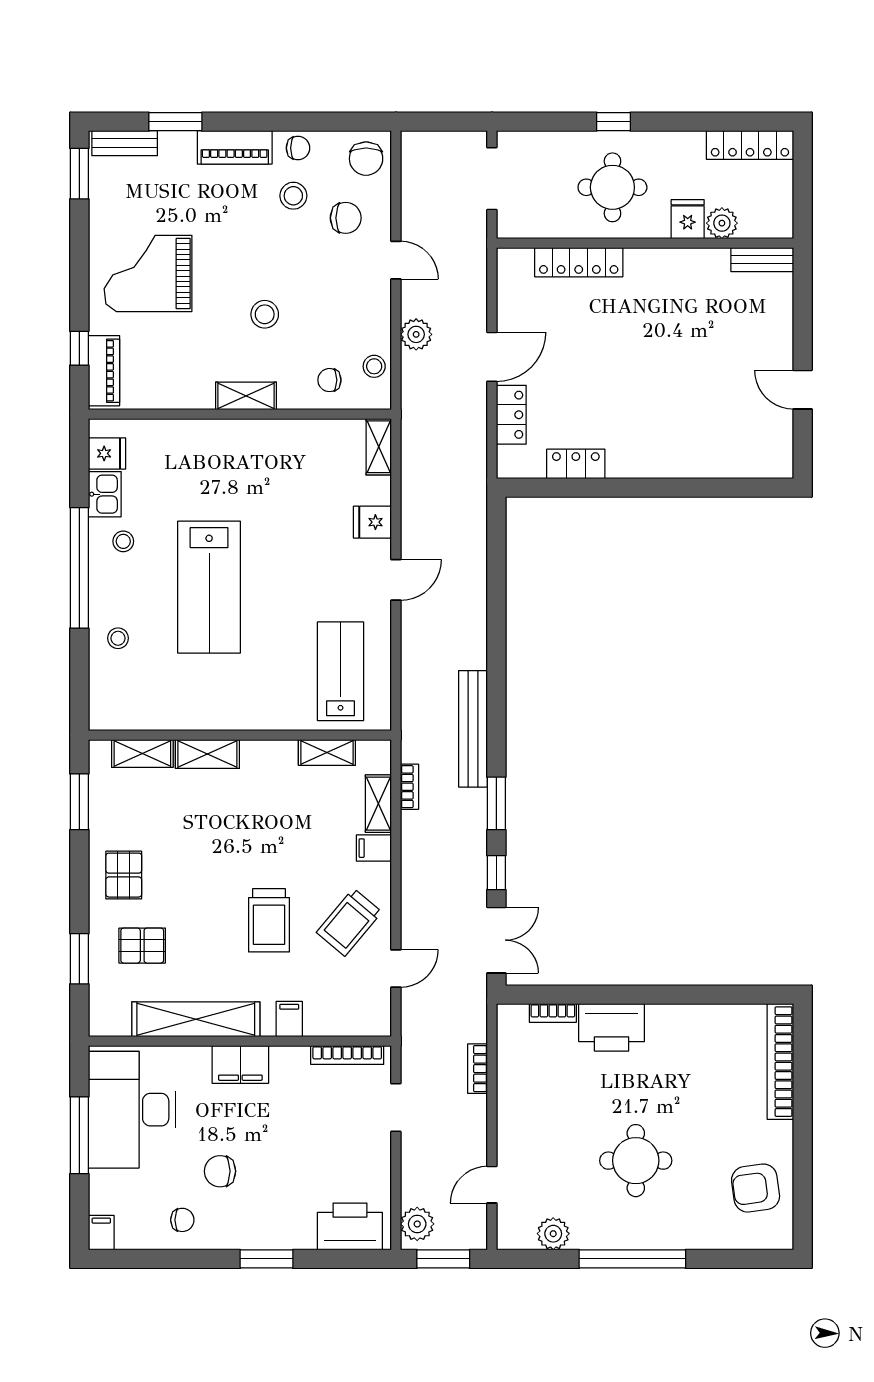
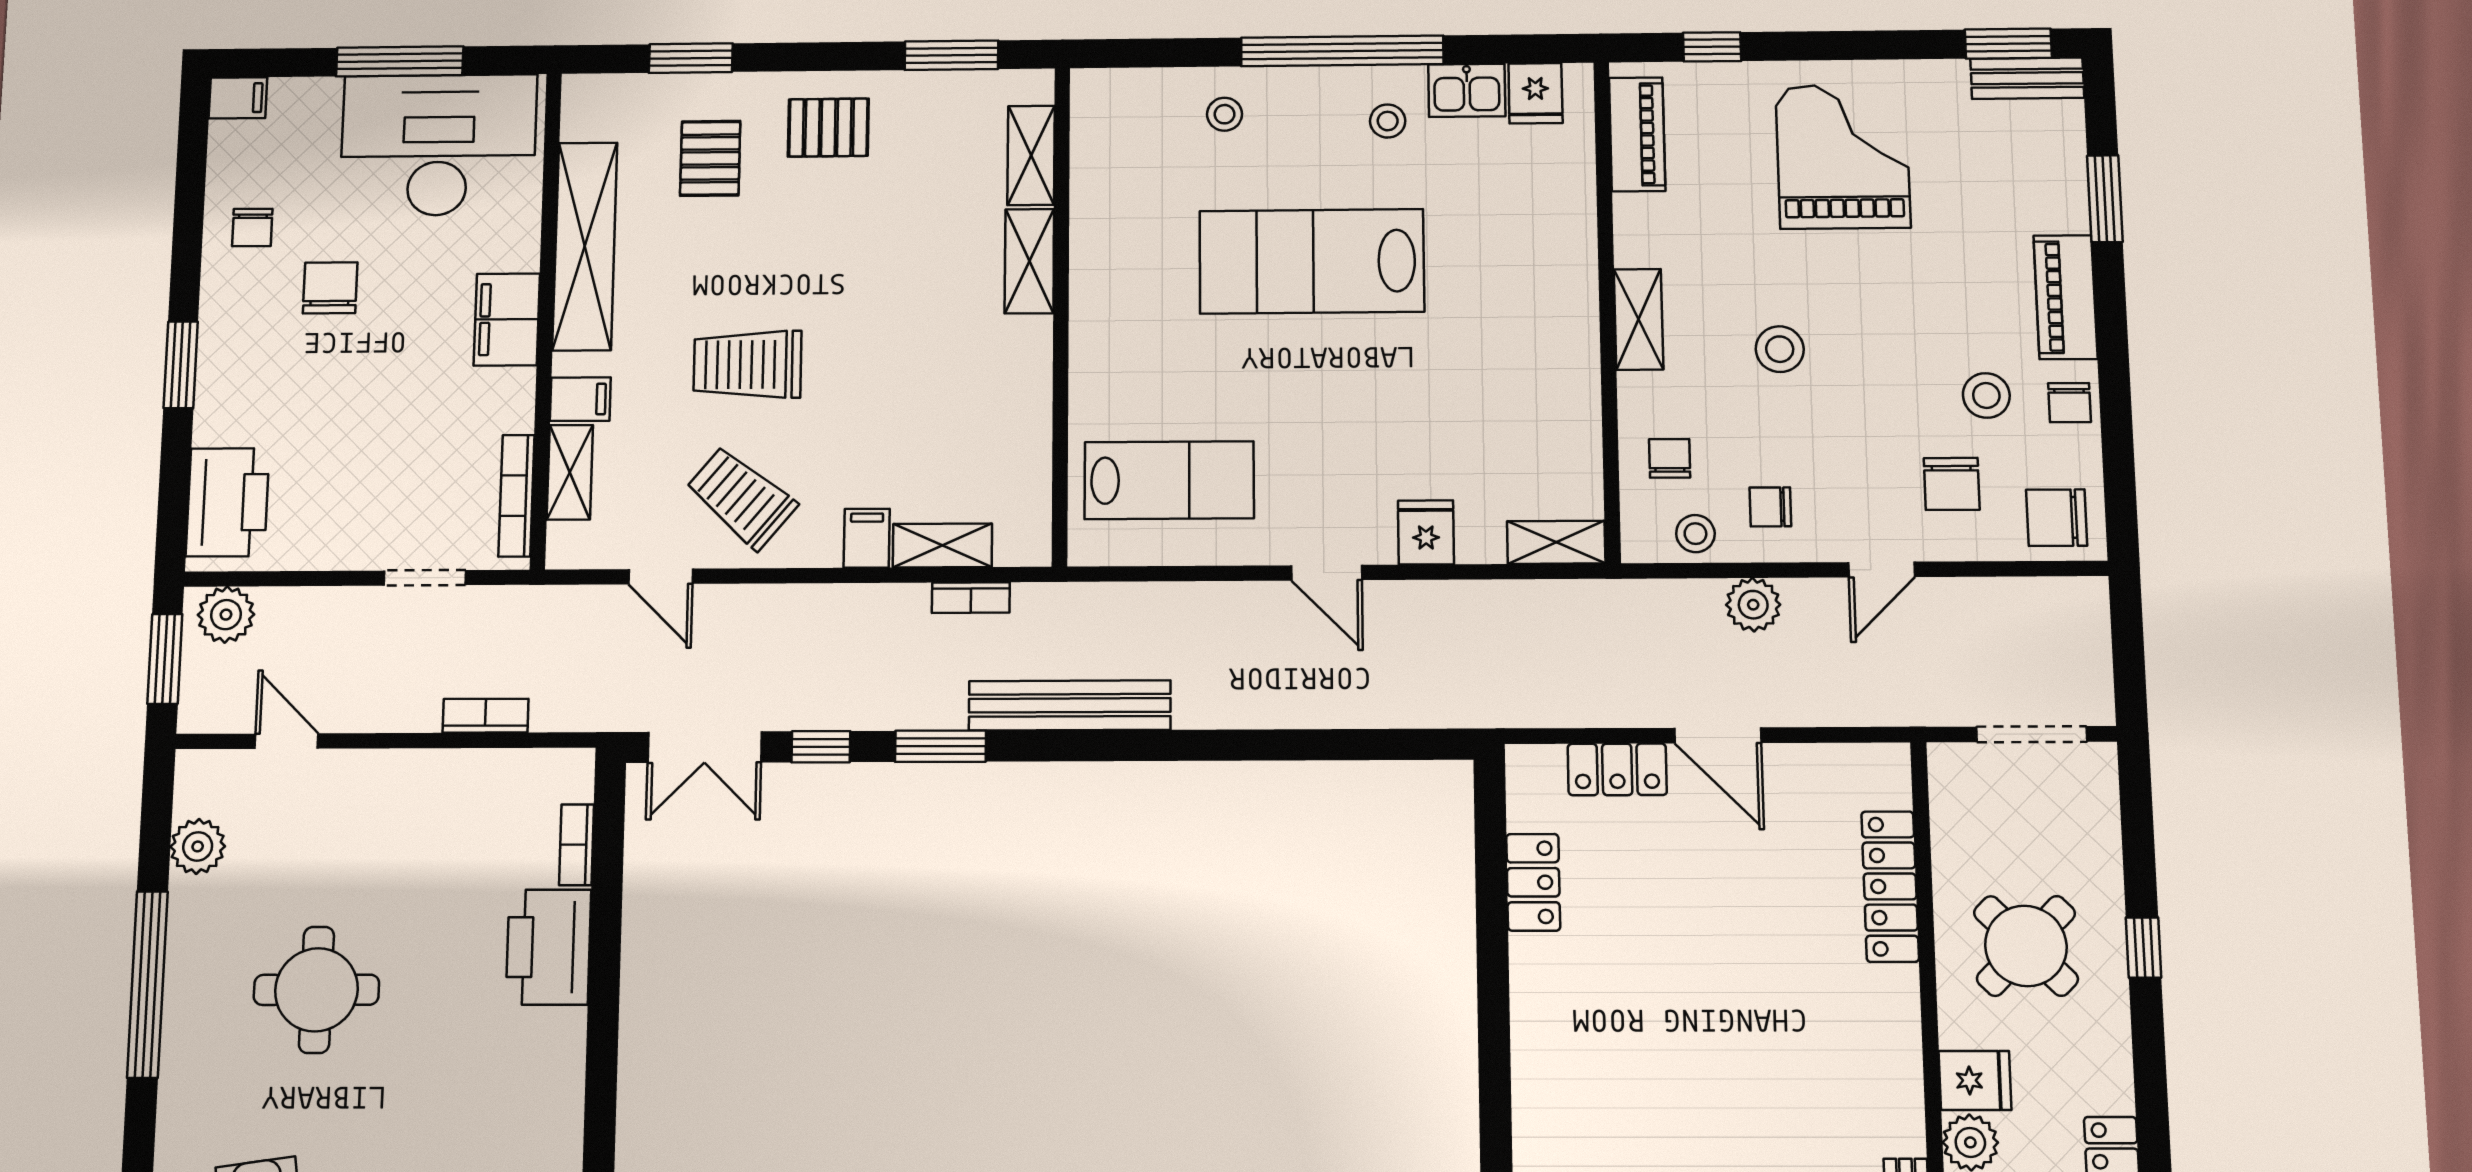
bench: (125, 143) -> (2027, 78), moved, turned 90
round table: (612, 187) -> (2026, 946), turned 45
chair: (359, 323) -> (1770, 507), added
piano: (104, 371) -> (1637, 134), moved, turned -90
shelving: (327, 752) -> (570, 472), moved

